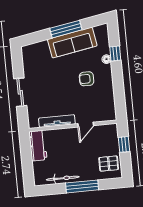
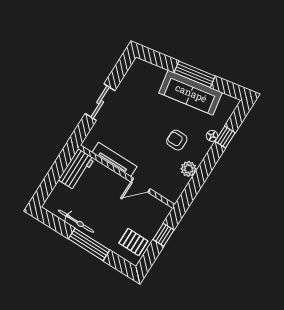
plant: (108, 91) -> (189, 169), added

